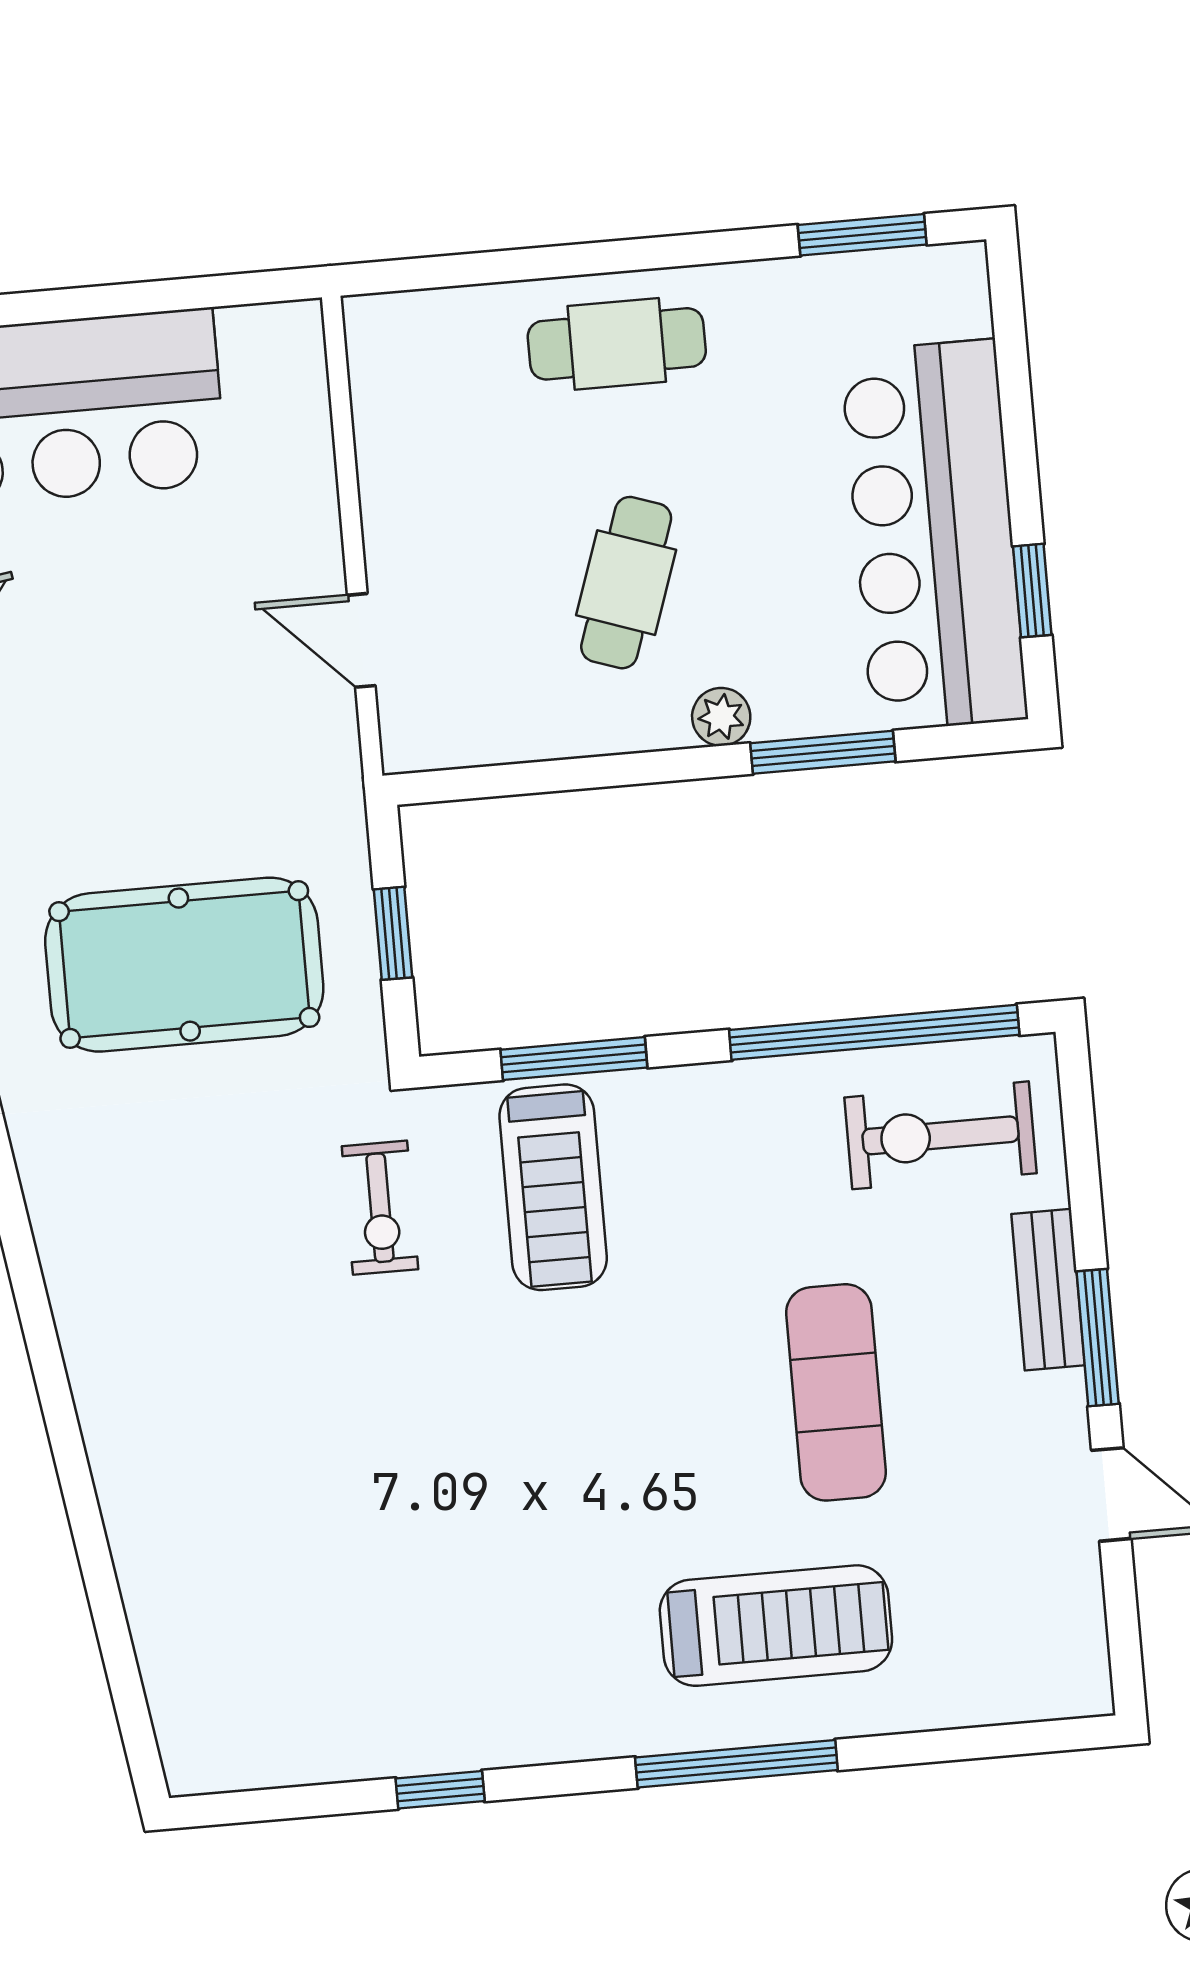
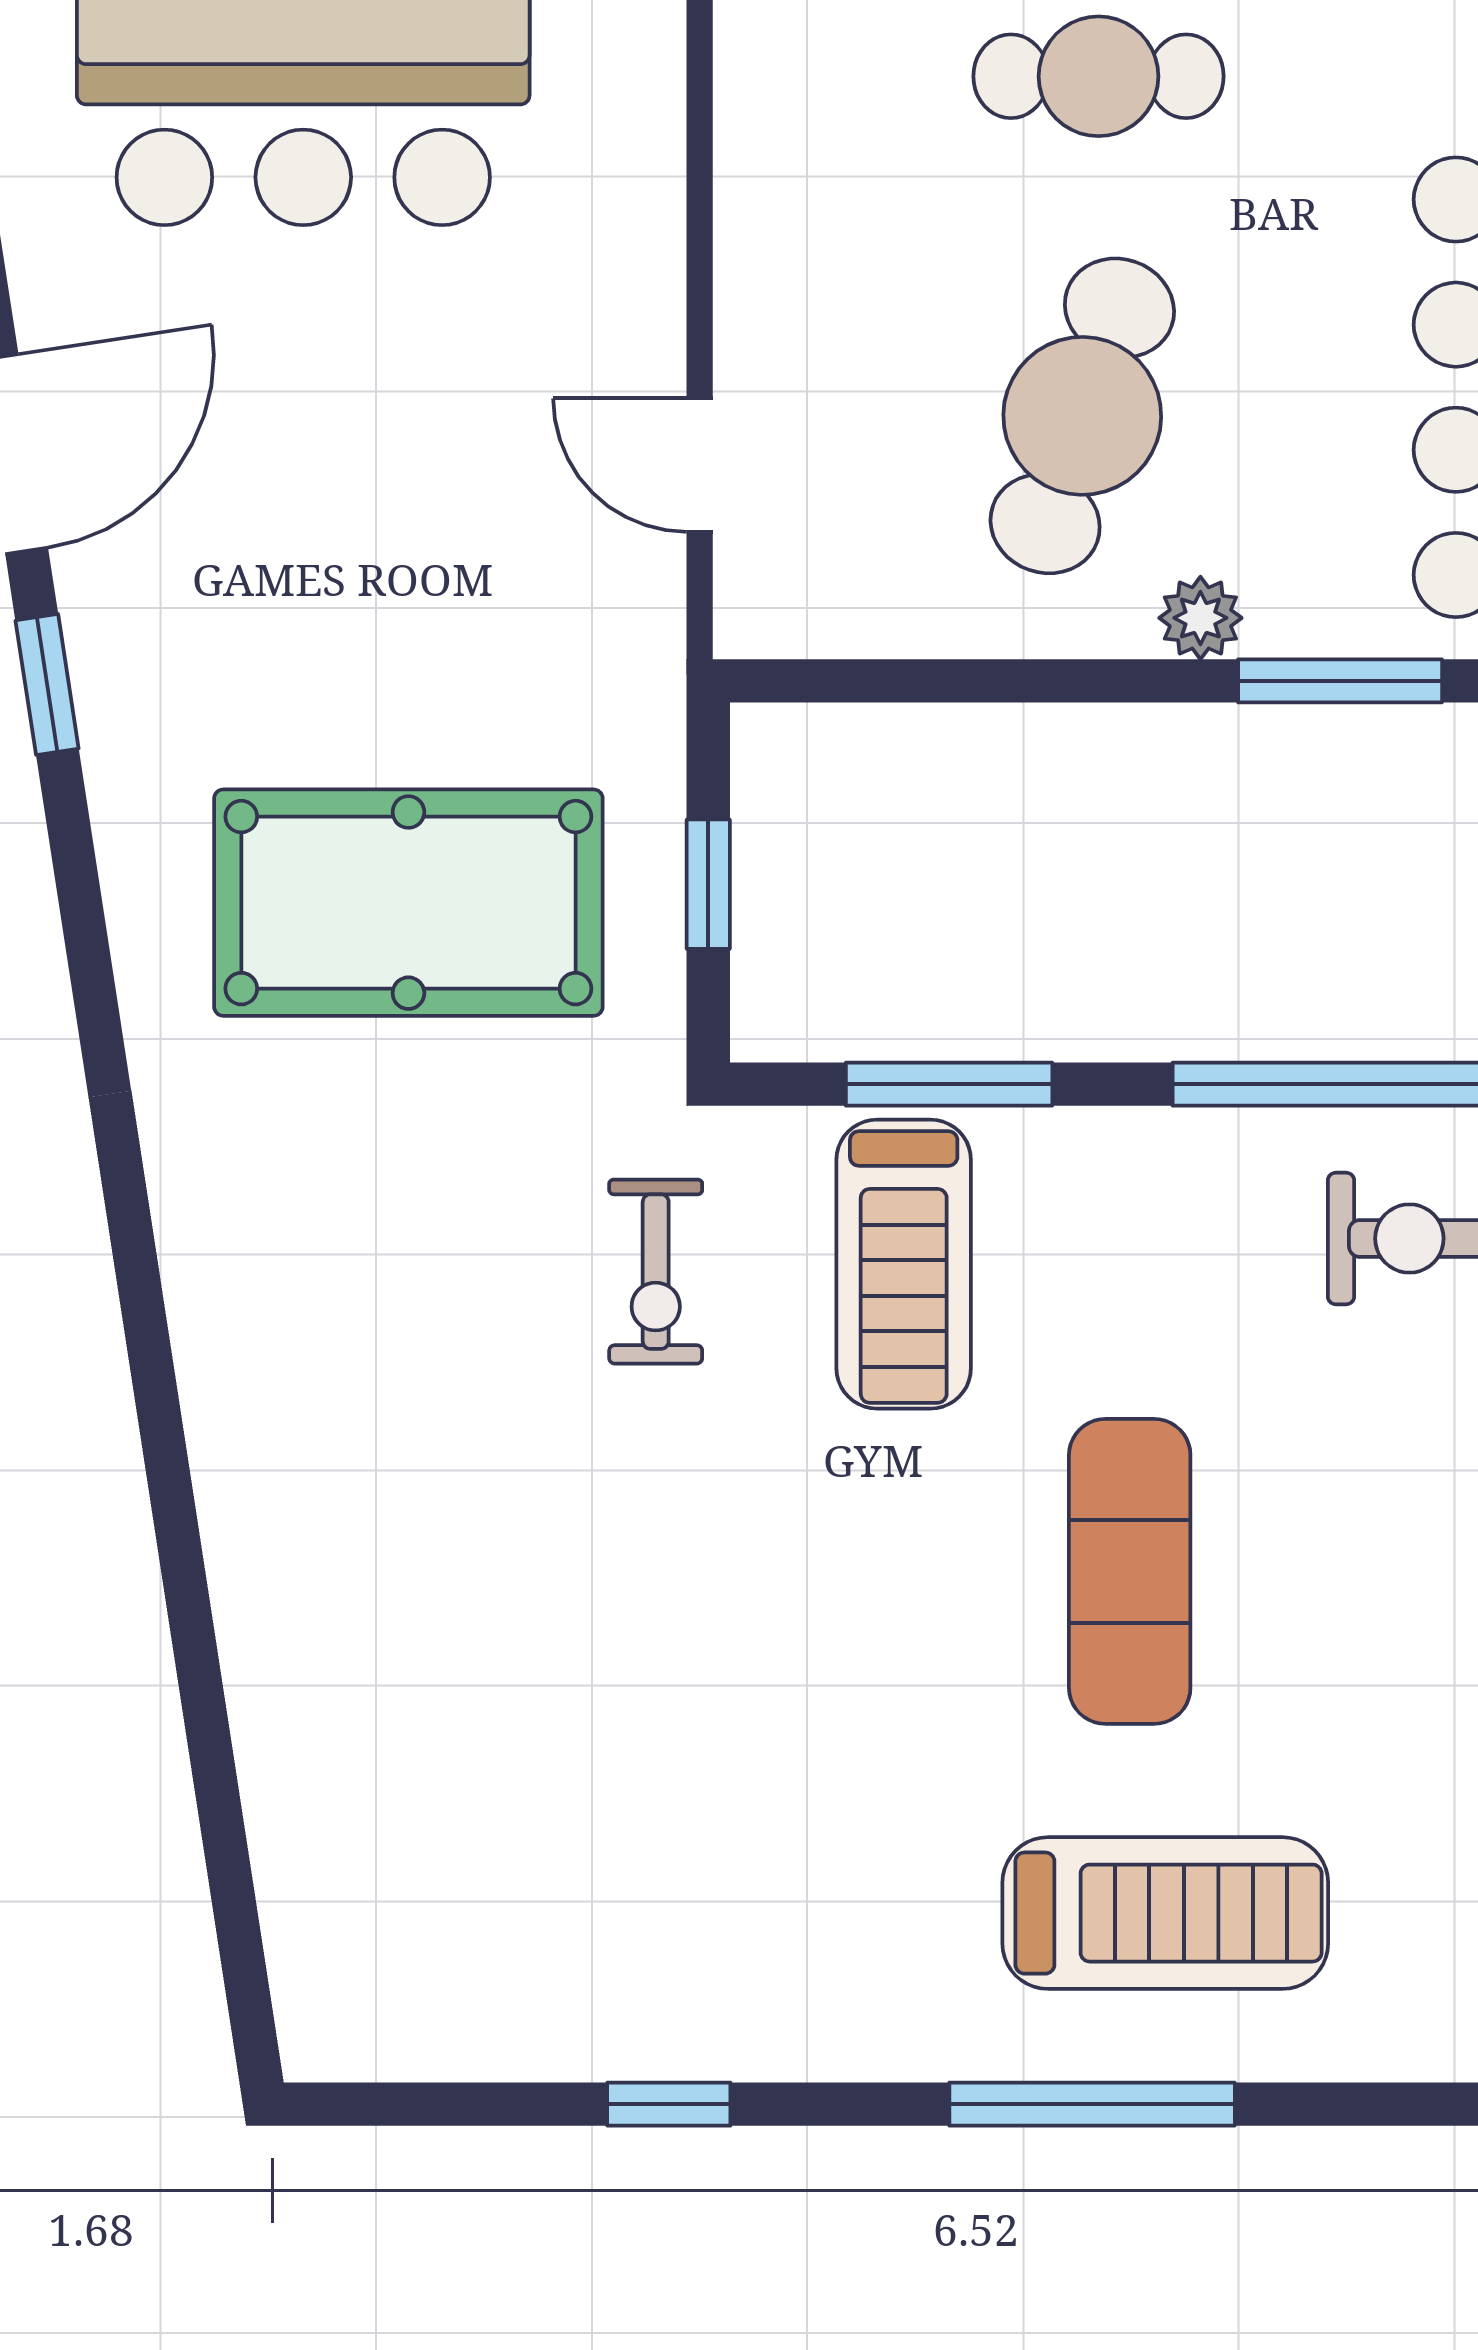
cafe table: (626, 583) -> (1082, 416), width x1.37, depth x1.35
exercise mat: (836, 1392) -> (1130, 1571), moved

